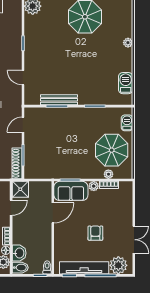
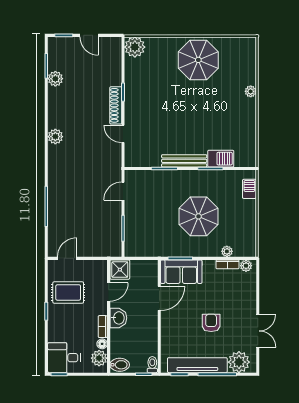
barbecue: (126, 83) -> (221, 159), moved, turned 90
bench: (59, 100) -> (184, 161), moved
parasol: (112, 150) -> (198, 216), moved
shoe rack: (17, 163) -> (116, 105), moved
plant: (94, 186) -> (246, 266), moved
washbasin: (19, 253) -> (118, 318), moved

